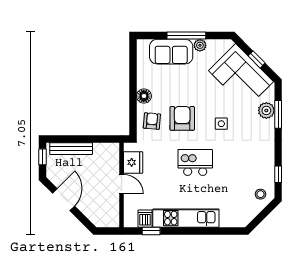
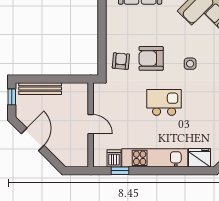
floor lamp: (144, 96) -> (113, 36), removed
armchair: (182, 118) -> (151, 58), turned -90
fridge: (133, 162) -> (200, 158), moved, turned -90

